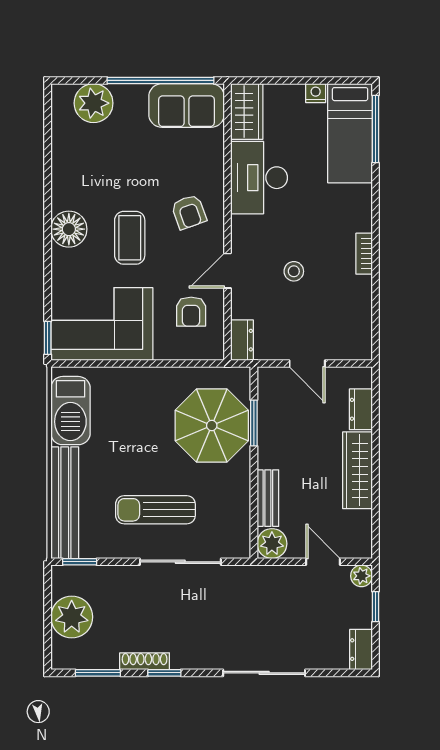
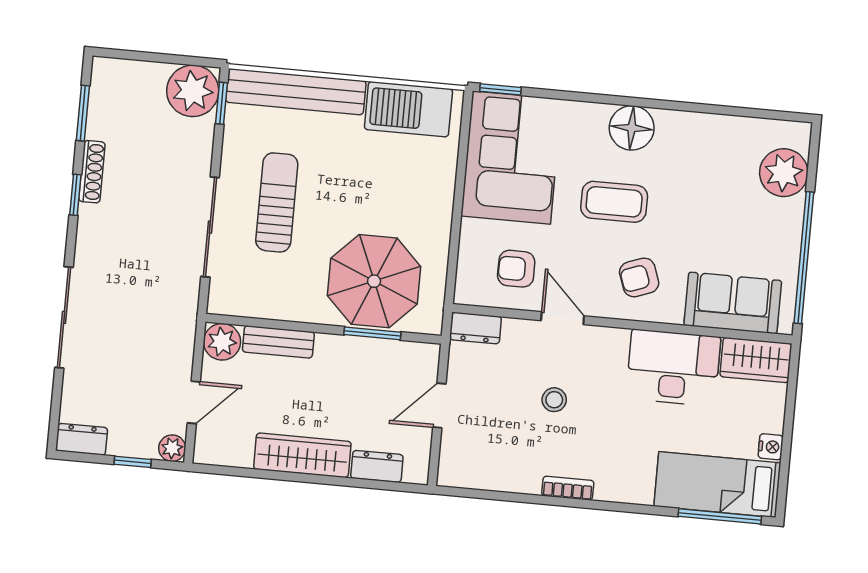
sofa: (187, 105) -> (733, 303), moved, turned 90
plant: (72, 617) -> (193, 91), moved

